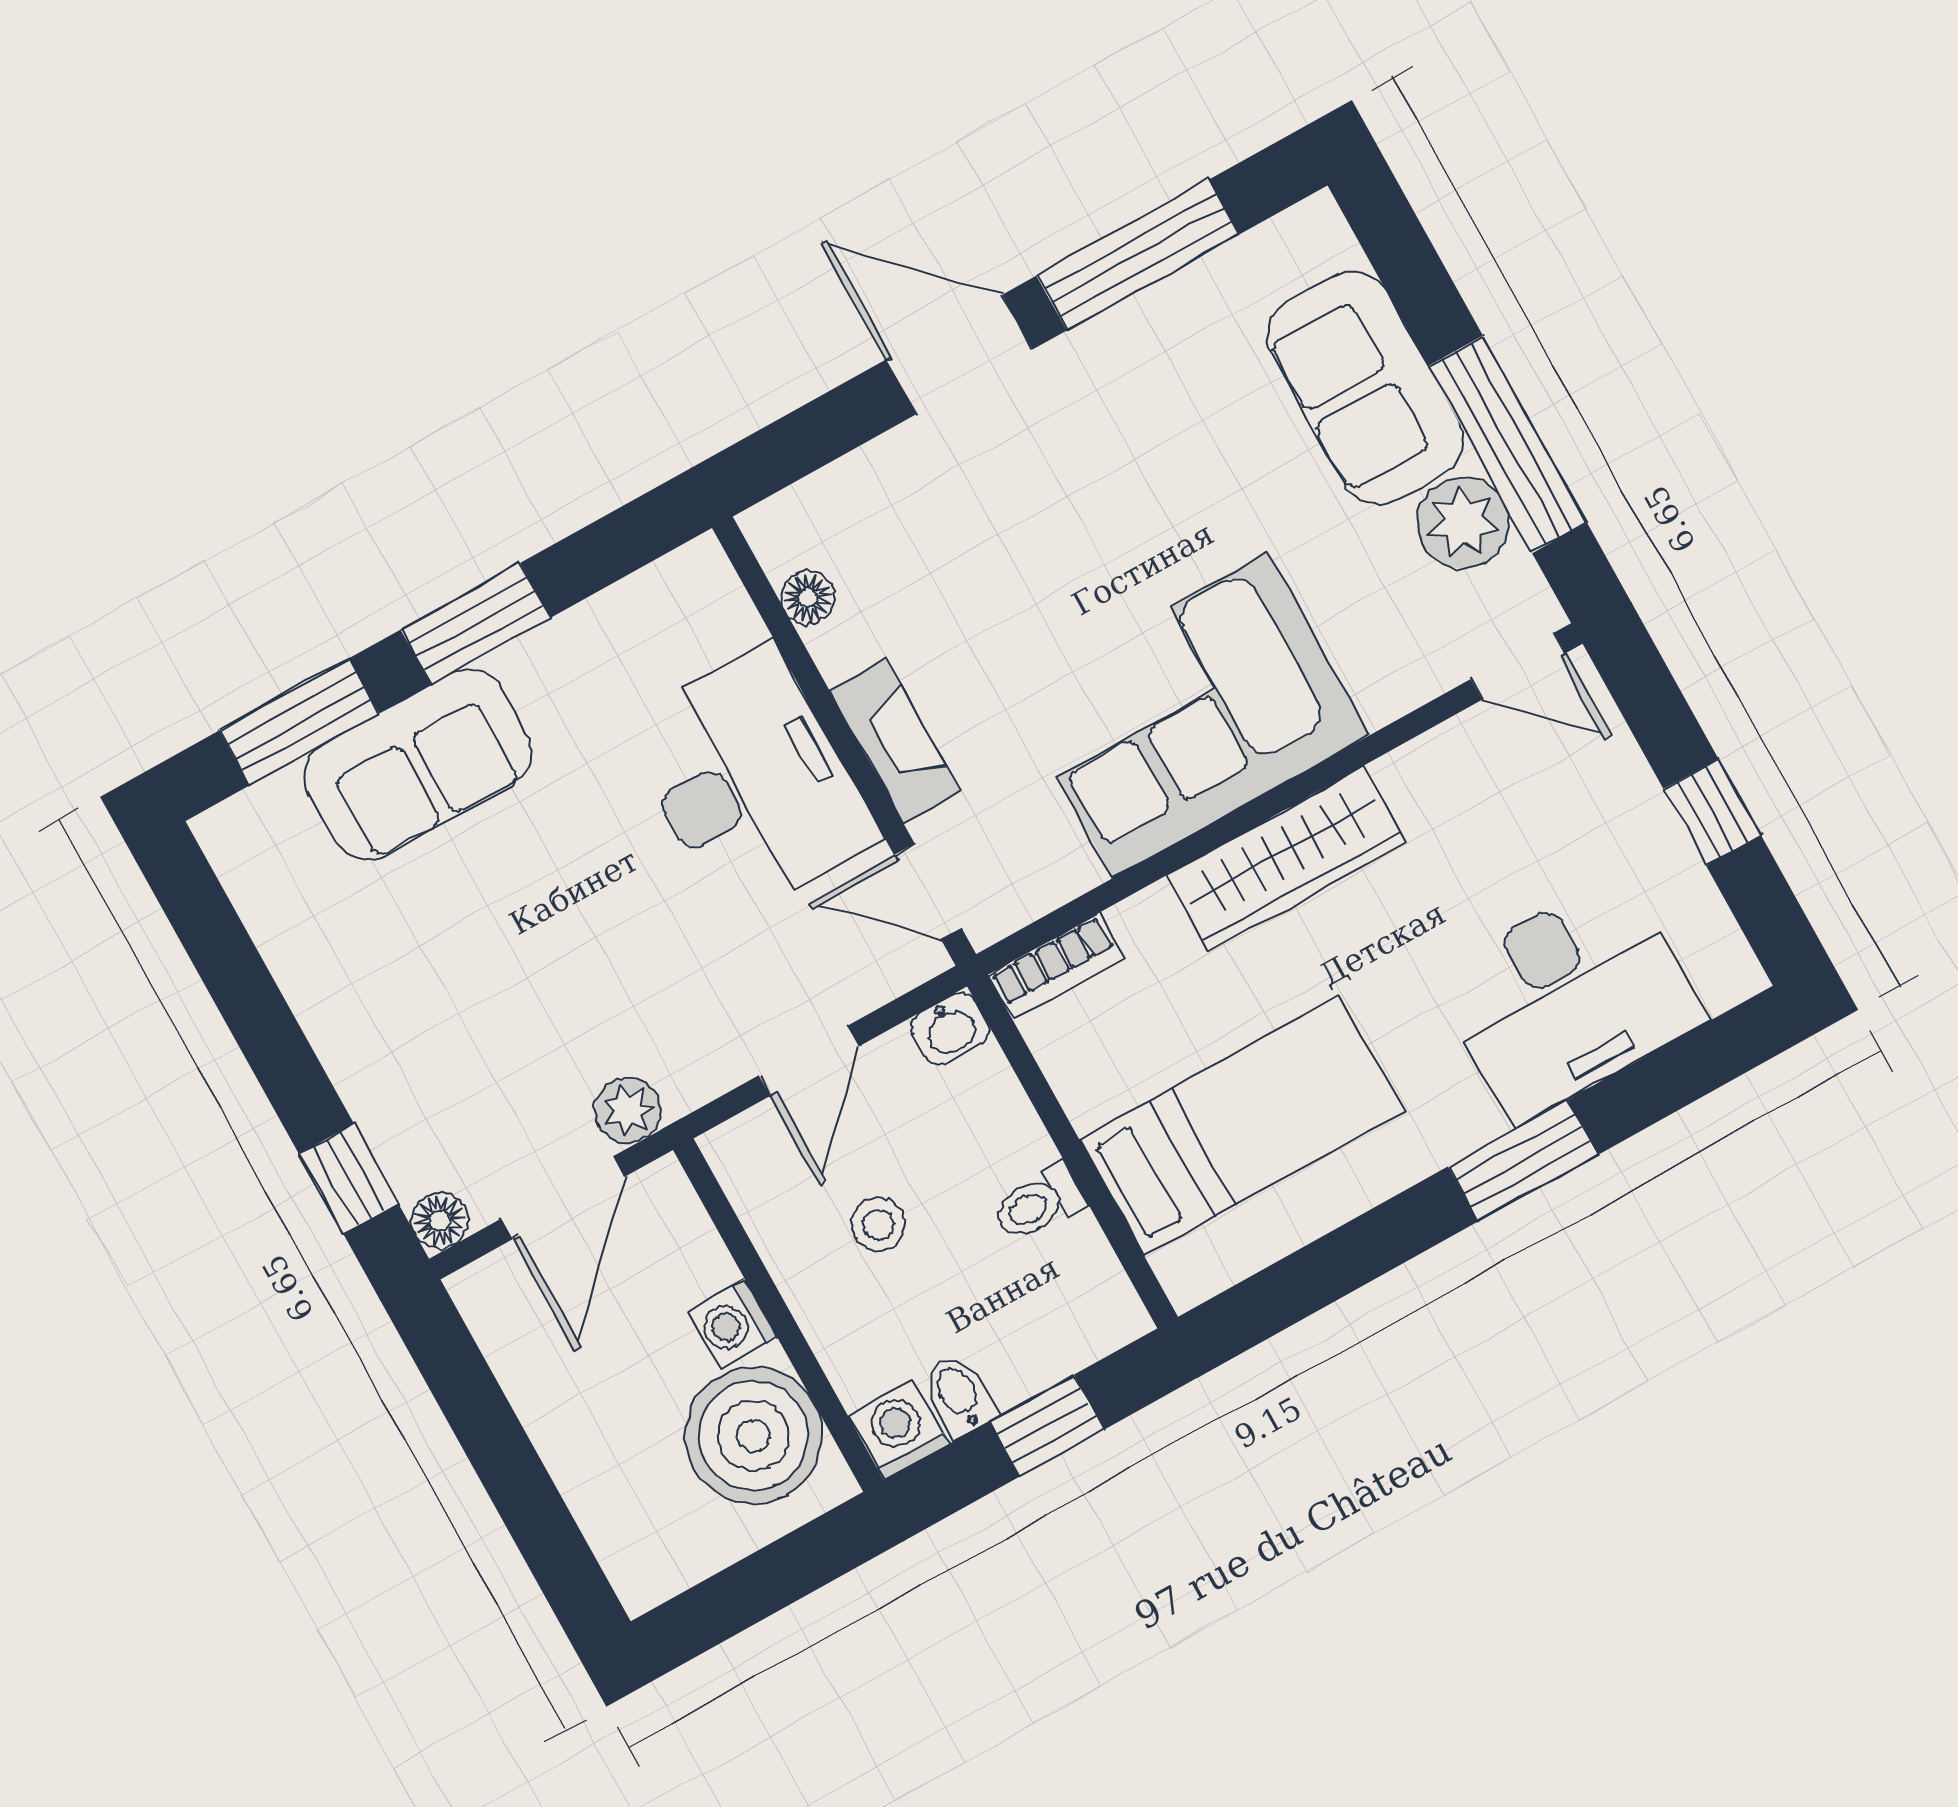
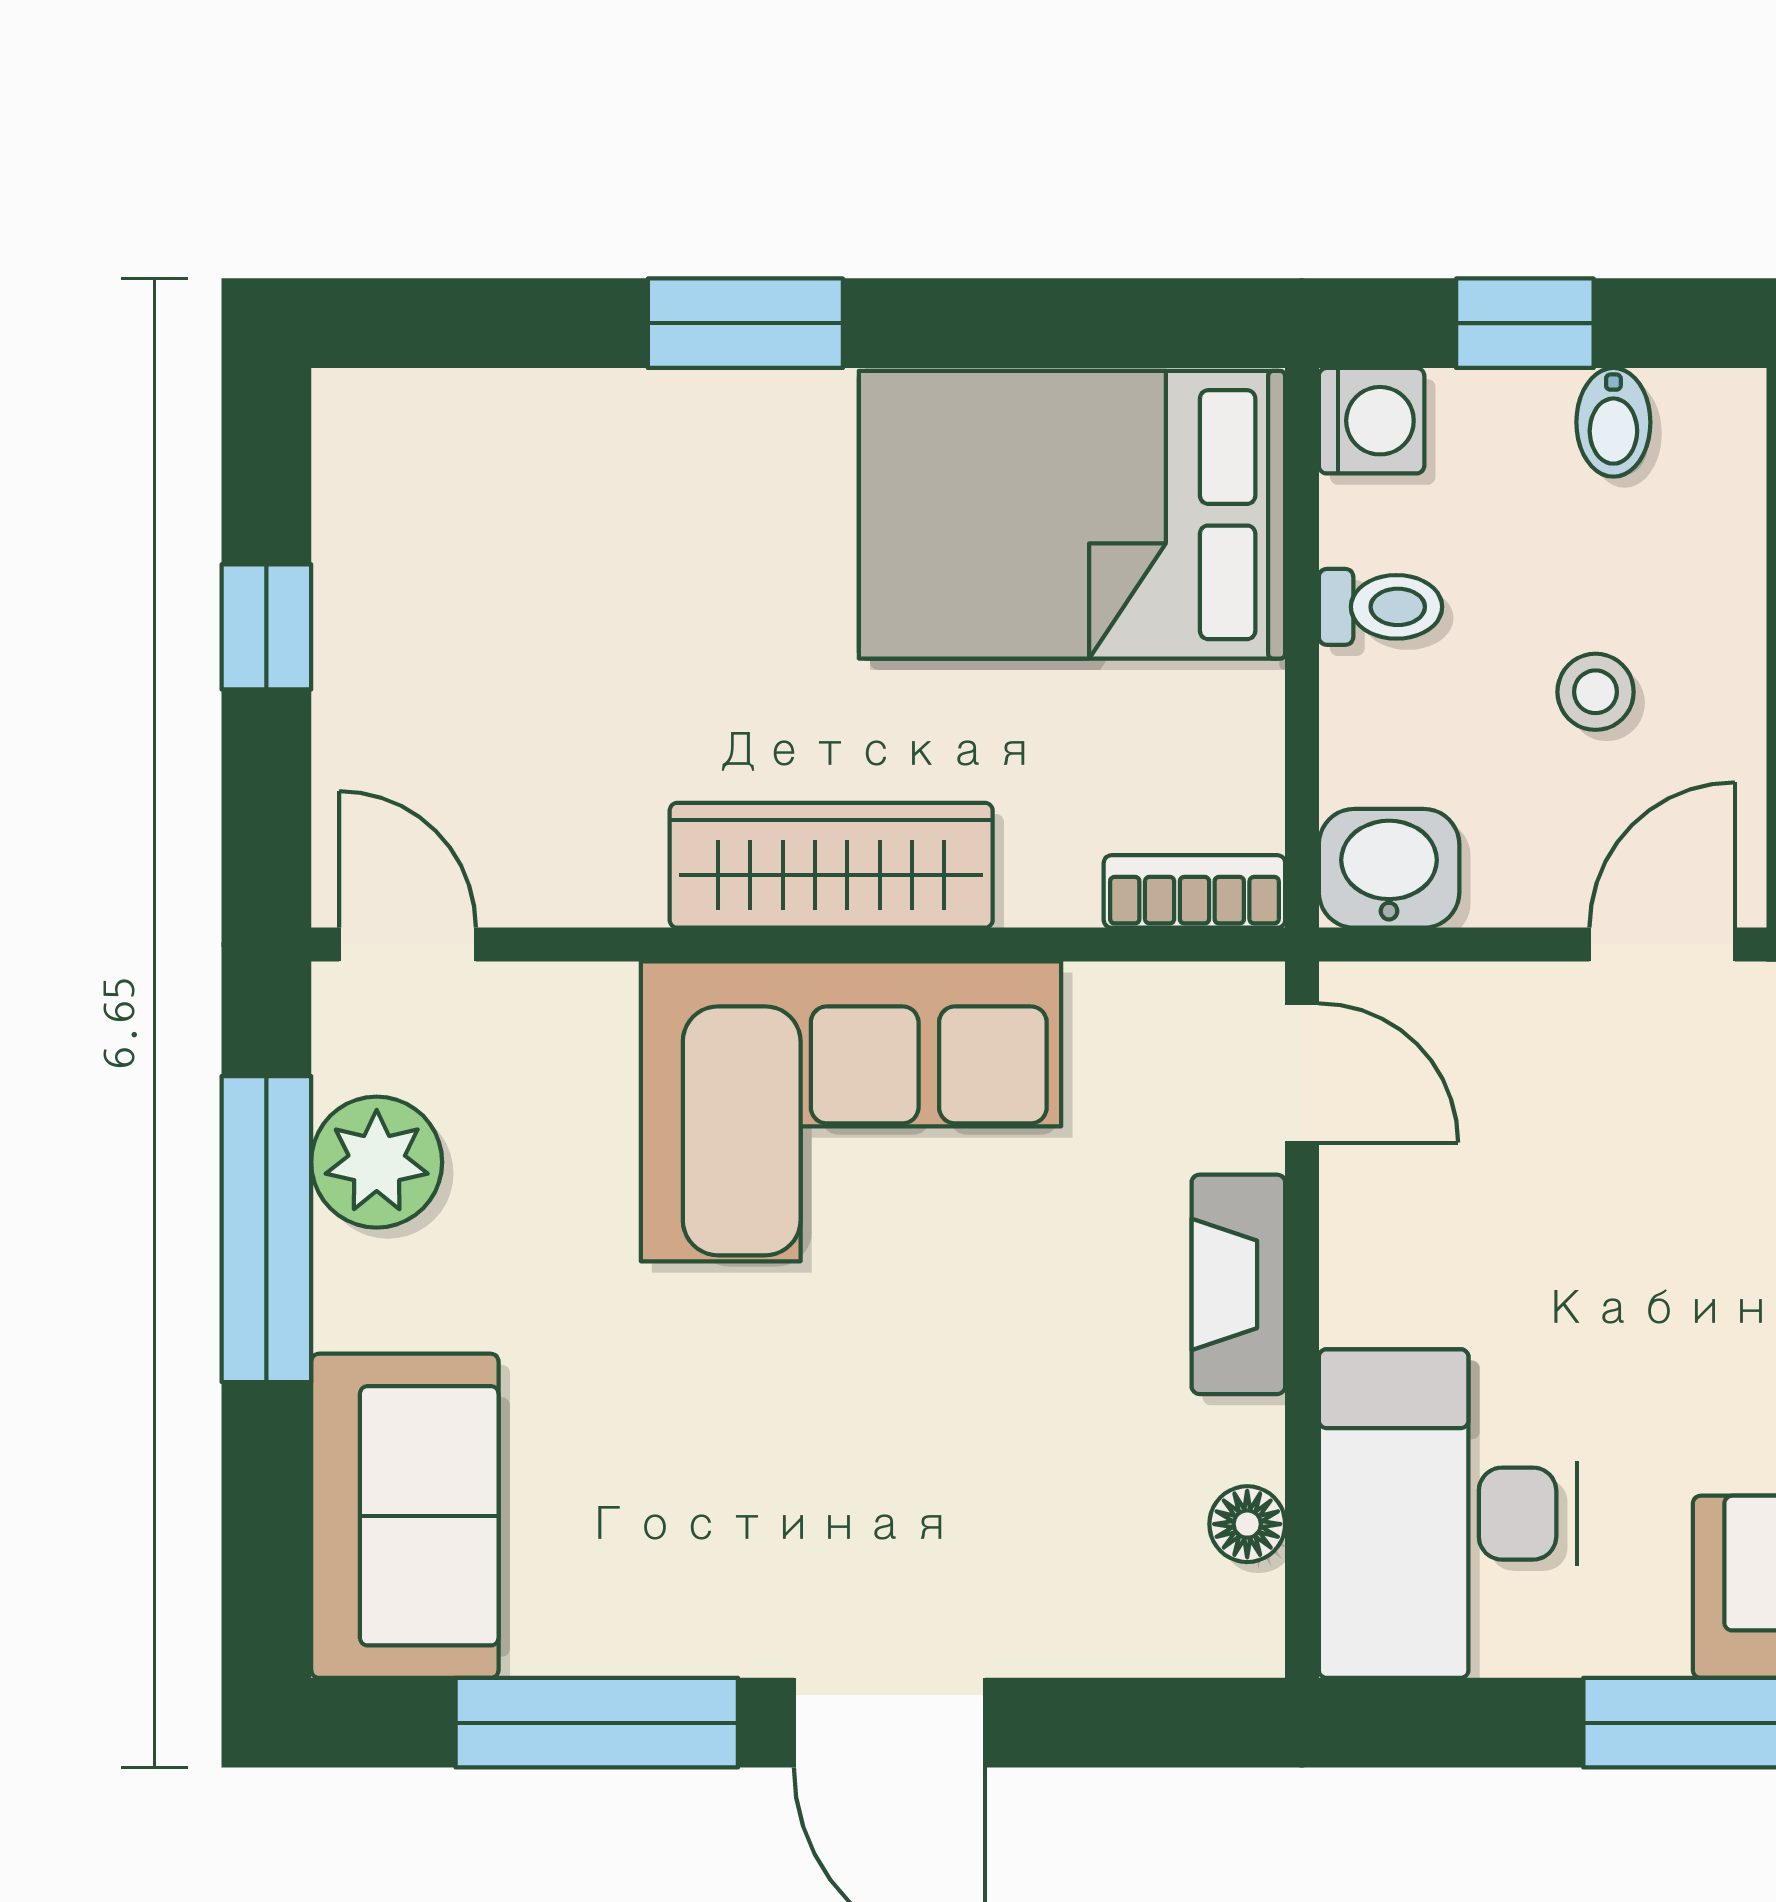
sofa: (1365, 388) -> (405, 1516), moved
desk: (750, 782) -> (1448, 1514), moved
desk: (1569, 998) -> (575, 494), removed
washbasin: (950, 1029) -> (1389, 868), width x1.38, depth x1.45
door: (809, 1061) -> (1662, 945), moved
bed: (1242, 1125) -> (1072, 515), width x1.50
washing machine: (899, 1430) -> (1372, 421), moved, turned -90

